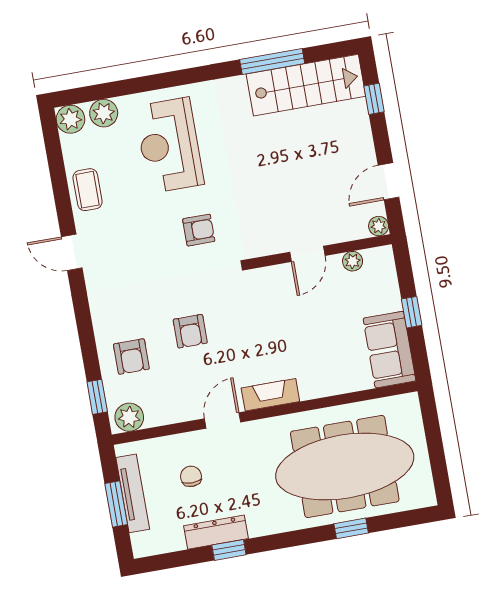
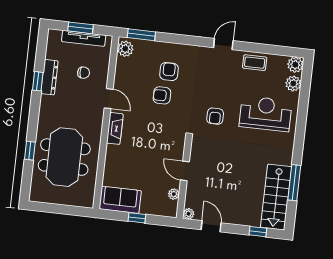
armchair: (131, 357) -> (169, 71), moved, turned 90
window: (97, 397) -> (141, 35), width x1.50
meeting table: (345, 467) -> (64, 157), width x0.73

